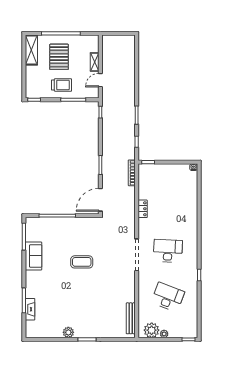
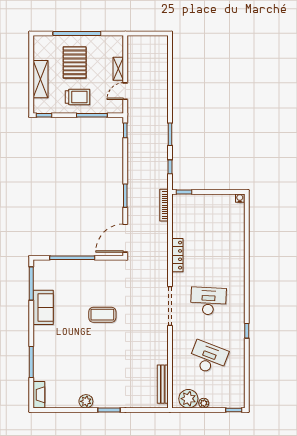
shelving: (31, 50) -> (40, 79), moved
locker: (143, 209) -> (177, 255), width x1.53
fireplace: (30, 309) -> (39, 395), moved

